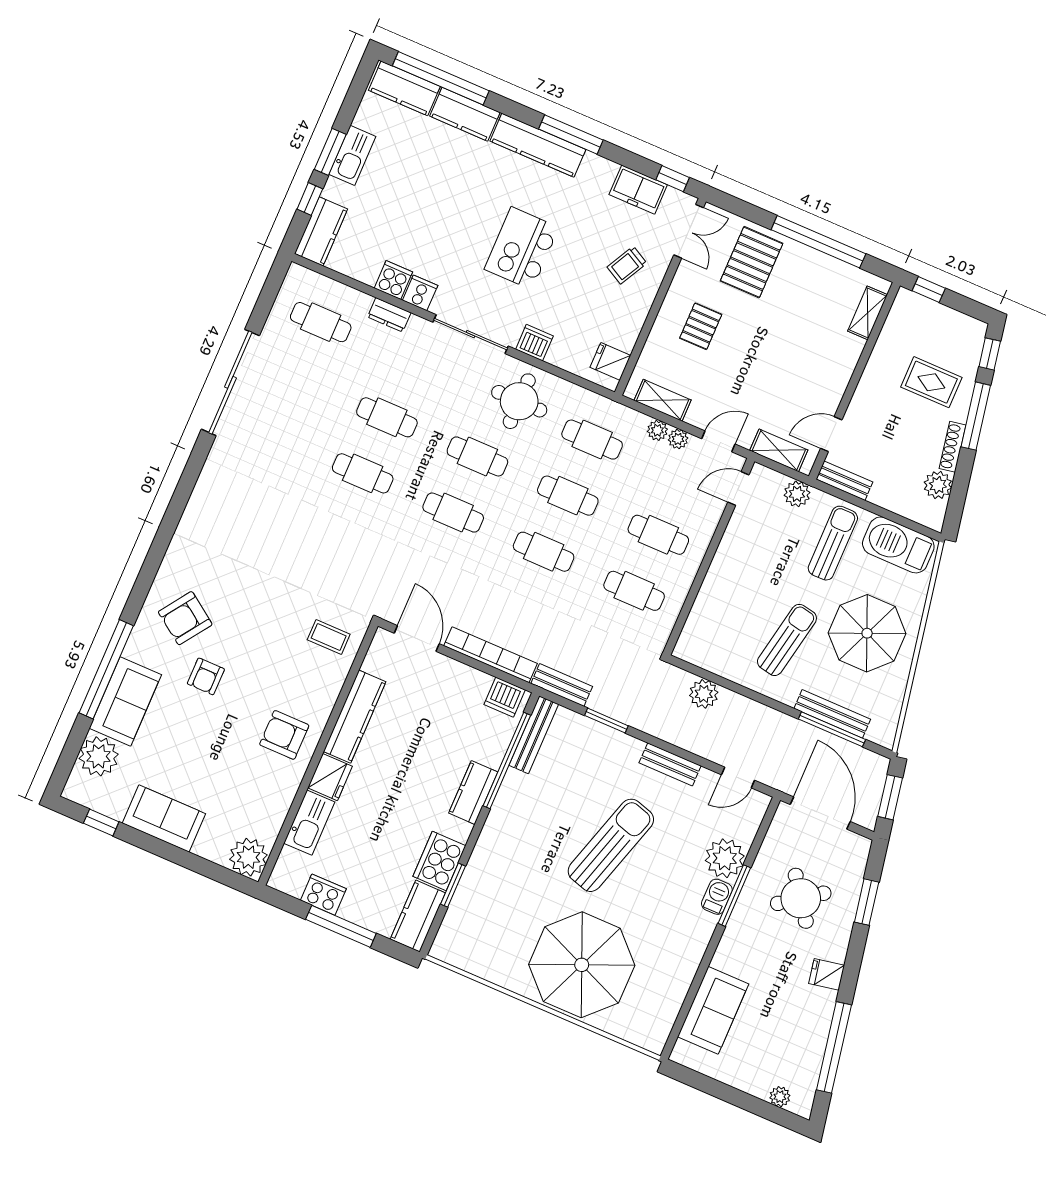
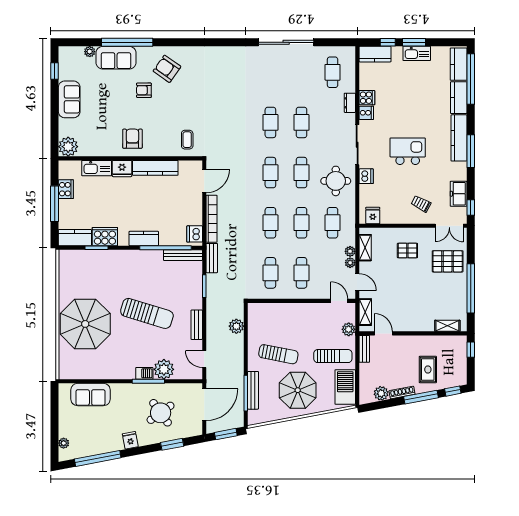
plant: (99, 756) -> (90, 52), width x0.53, depth x0.53

